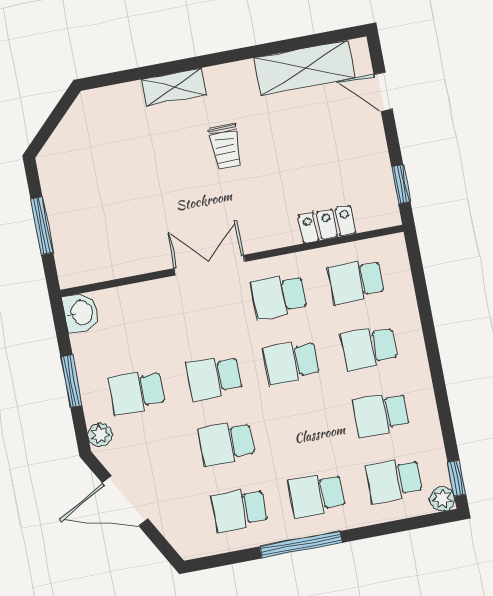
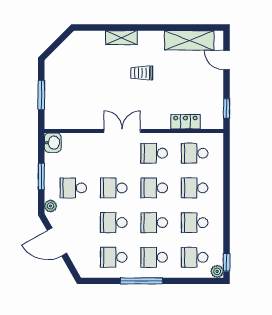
trolley: (226, 147) -> (142, 73), turned 90
school desk: (304, 429) -> (154, 223), added

